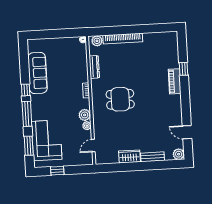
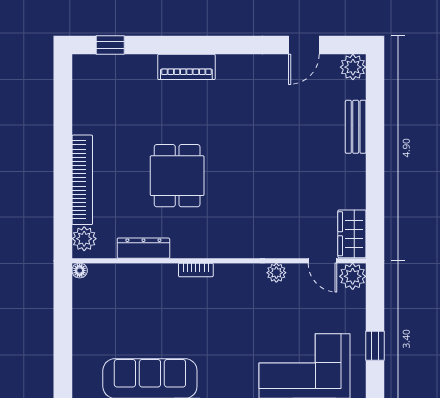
window: (184, 69) -> (110, 45), moved
dining table: (120, 99) -> (177, 176), moved
plant: (85, 115) -> (353, 276), moved
wardrobe: (130, 156) -> (352, 234), moved

